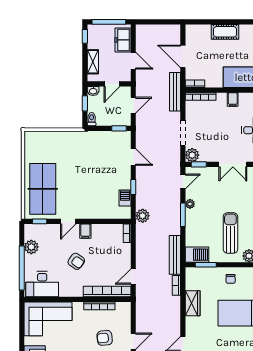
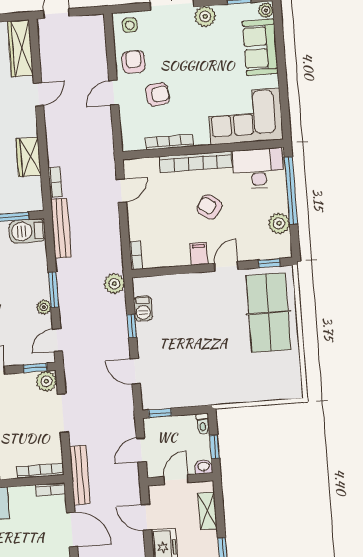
bookcase: (107, 292) -> (195, 162), moved

